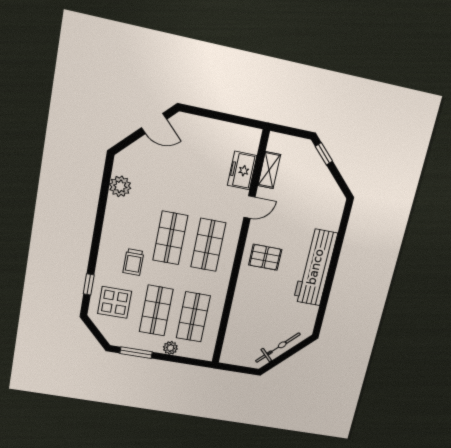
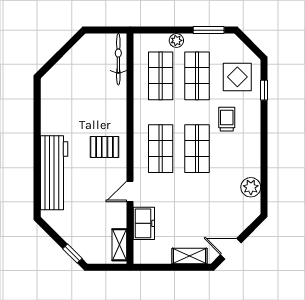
shelving: (201, 125) -> (189, 256), added
shelving: (269, 170) -> (119, 245), moved
workbench: (315, 267) -> (54, 173), moved
bicycle: (278, 348) -> (118, 59), moved, turned 135

